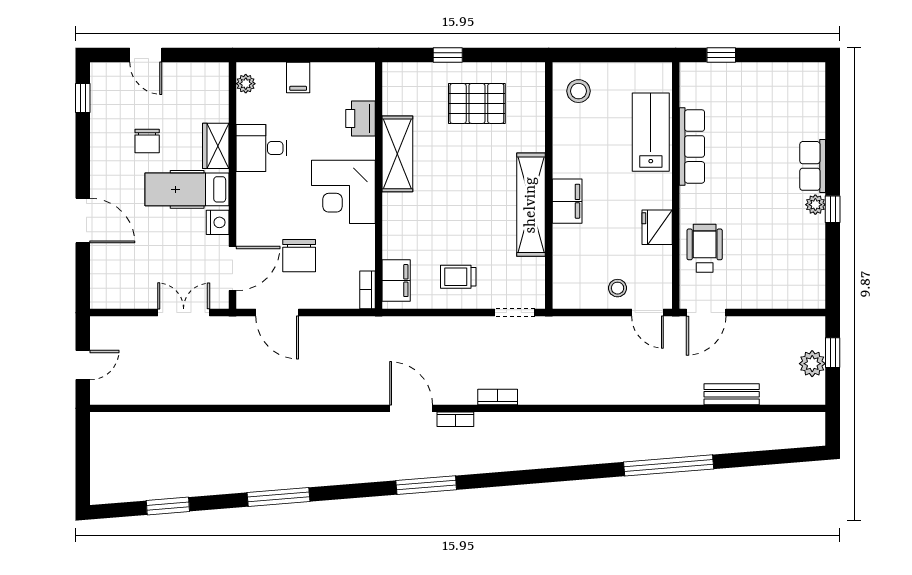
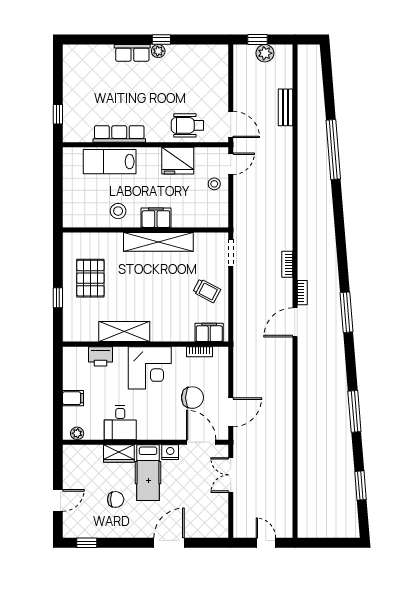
stool: (578, 91) -> (118, 211), moved
fridge: (657, 227) -> (178, 161), width x1.36, depth x1.34
trolley: (458, 277) -> (207, 291), turned -62
bookcase: (367, 290) -> (200, 352), moved

